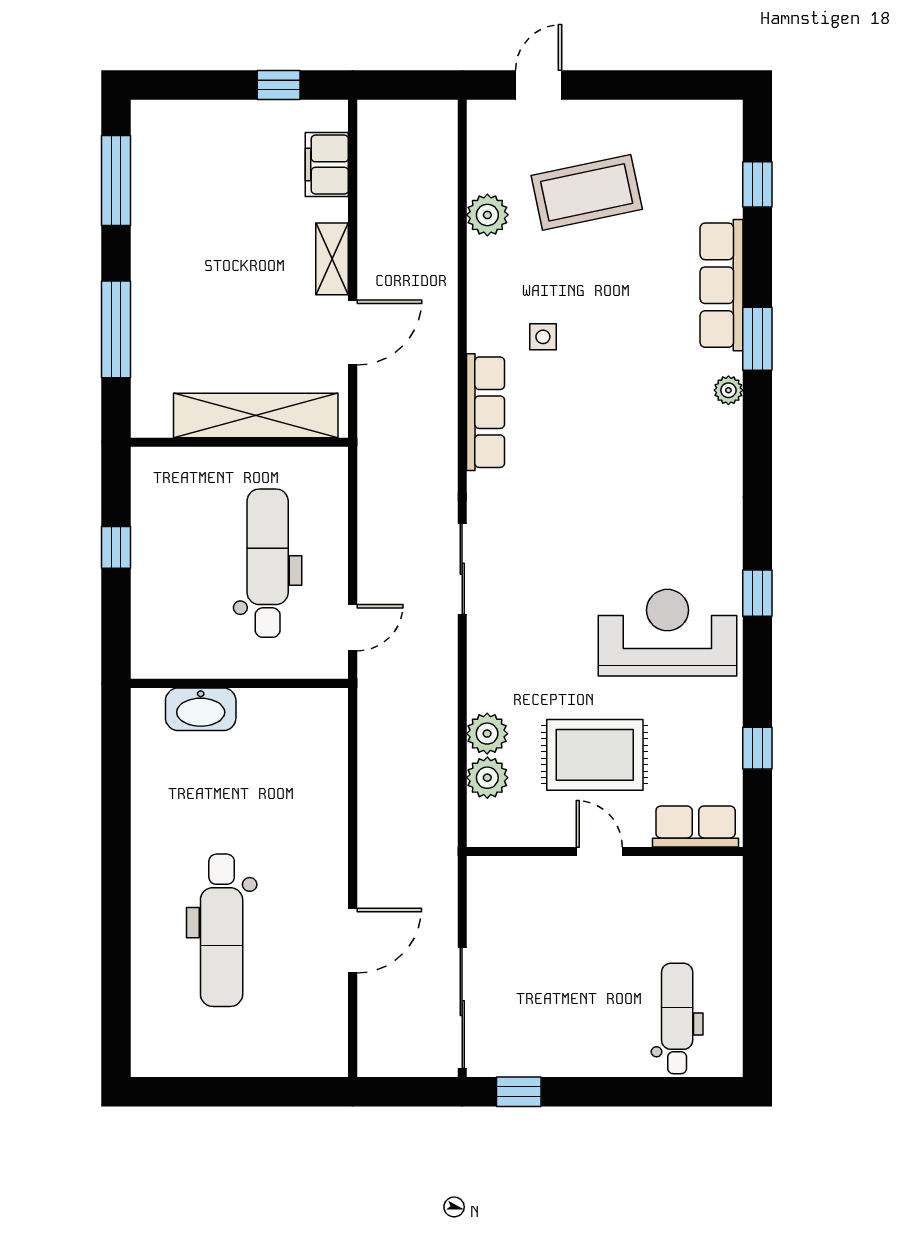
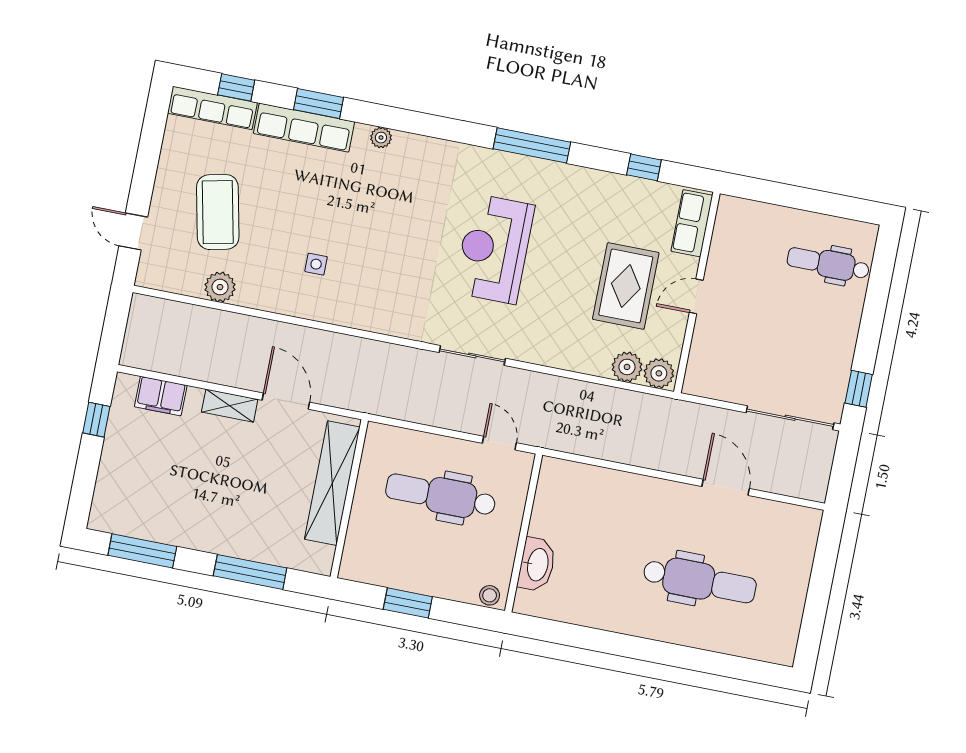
window: (757, 339) -> (318, 104), moved
row of seats: (485, 412) -> (212, 108), moved, turned 180
window: (116, 547) -> (408, 603), width x1.50
window: (757, 593) -> (532, 145), width x2.17
reception desk: (667, 633) -> (494, 249), moved
stool: (147, 654) -> (490, 595), added
plant: (487, 734) -> (659, 373), moved

